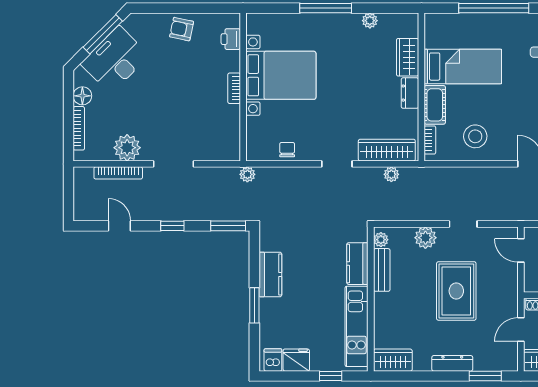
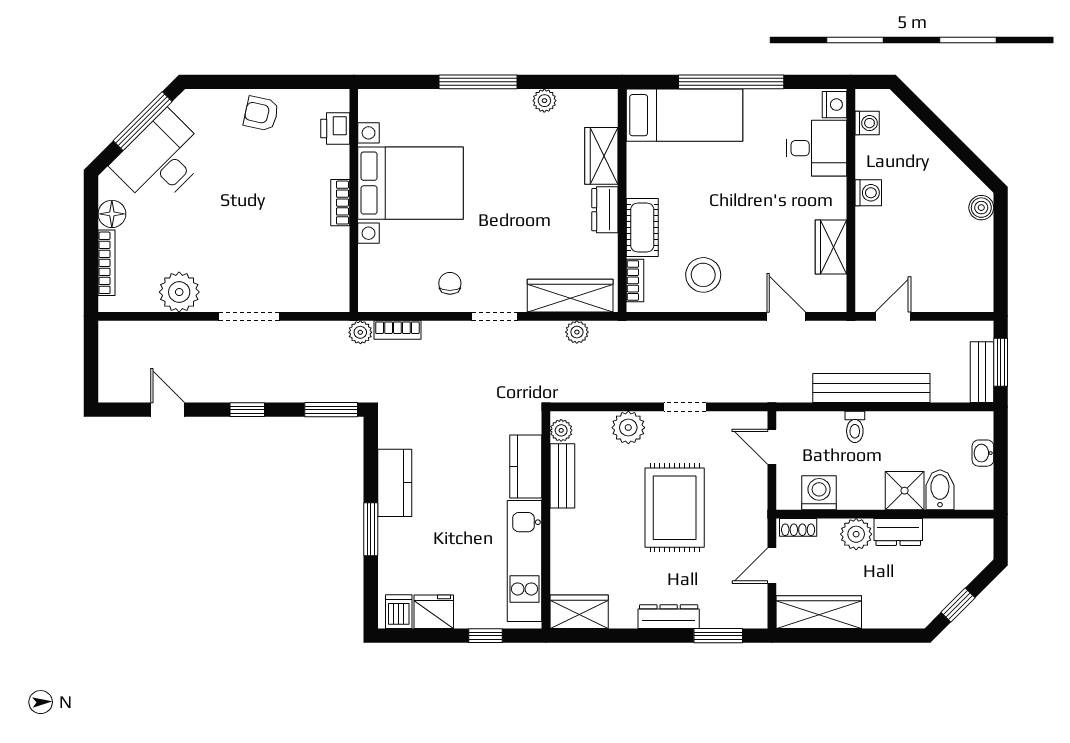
bed: (463, 67) -> (685, 115), moved
chair: (287, 150) -> (450, 283), moved
bookcase: (118, 173) -> (397, 330), moved, width x0.64

